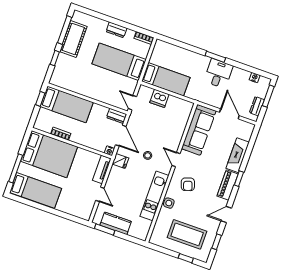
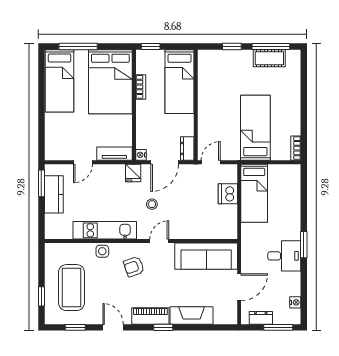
dresser: (116, 30) -> (294, 111), removed
cot: (73, 39) -> (269, 58), width x0.73, depth x0.75
window: (40, 99) -> (151, 46), moved

